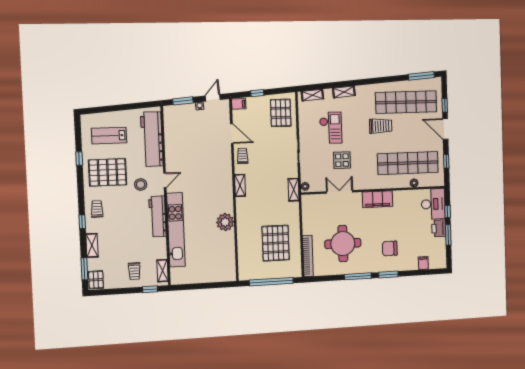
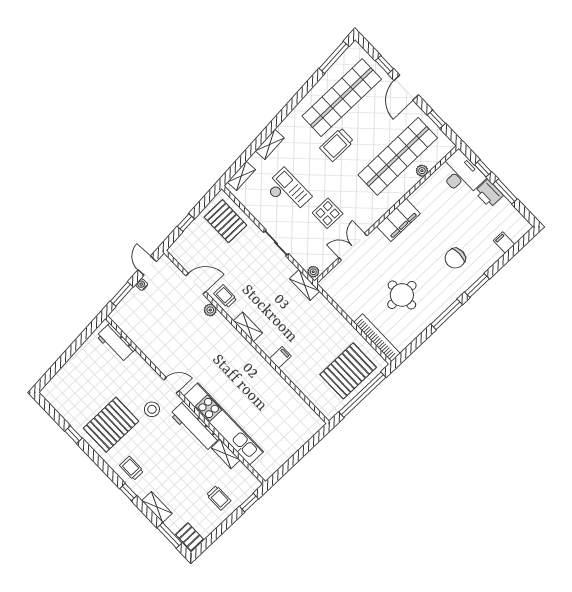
filing cabinet: (239, 104) -> (280, 357), moved
trolley: (381, 126) -> (337, 145), turned 180
door: (445, 129) -> (406, 88), hinge flipped
lab bench: (109, 136) -> (82, 389), removed
workbench: (152, 139) -> (116, 343), width x0.53, depth x0.76
door: (165, 180) -> (171, 385), hinge flipped
plant: (225, 222) -> (210, 310), moved, width x0.53, depth x0.53
pallet: (276, 243) -> (348, 371), moved, turned 90
round table: (343, 244) -> (402, 295), width x0.73, depth x0.73
shelving: (162, 271) -> (226, 454), moved

